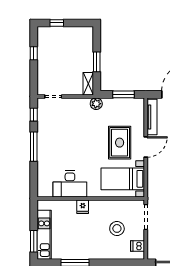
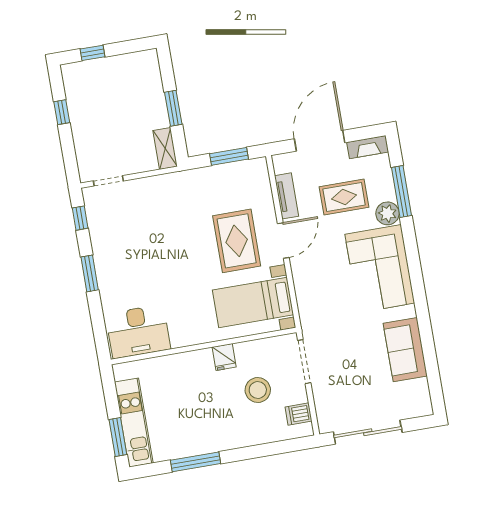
plant: (96, 104) -> (185, 181), removed
tv unit: (152, 117) -> (287, 196), width x0.71
window: (34, 147) -> (90, 273), width x0.69
desk: (70, 184) -> (138, 331), moved
fridge: (83, 207) -> (224, 357), moved

